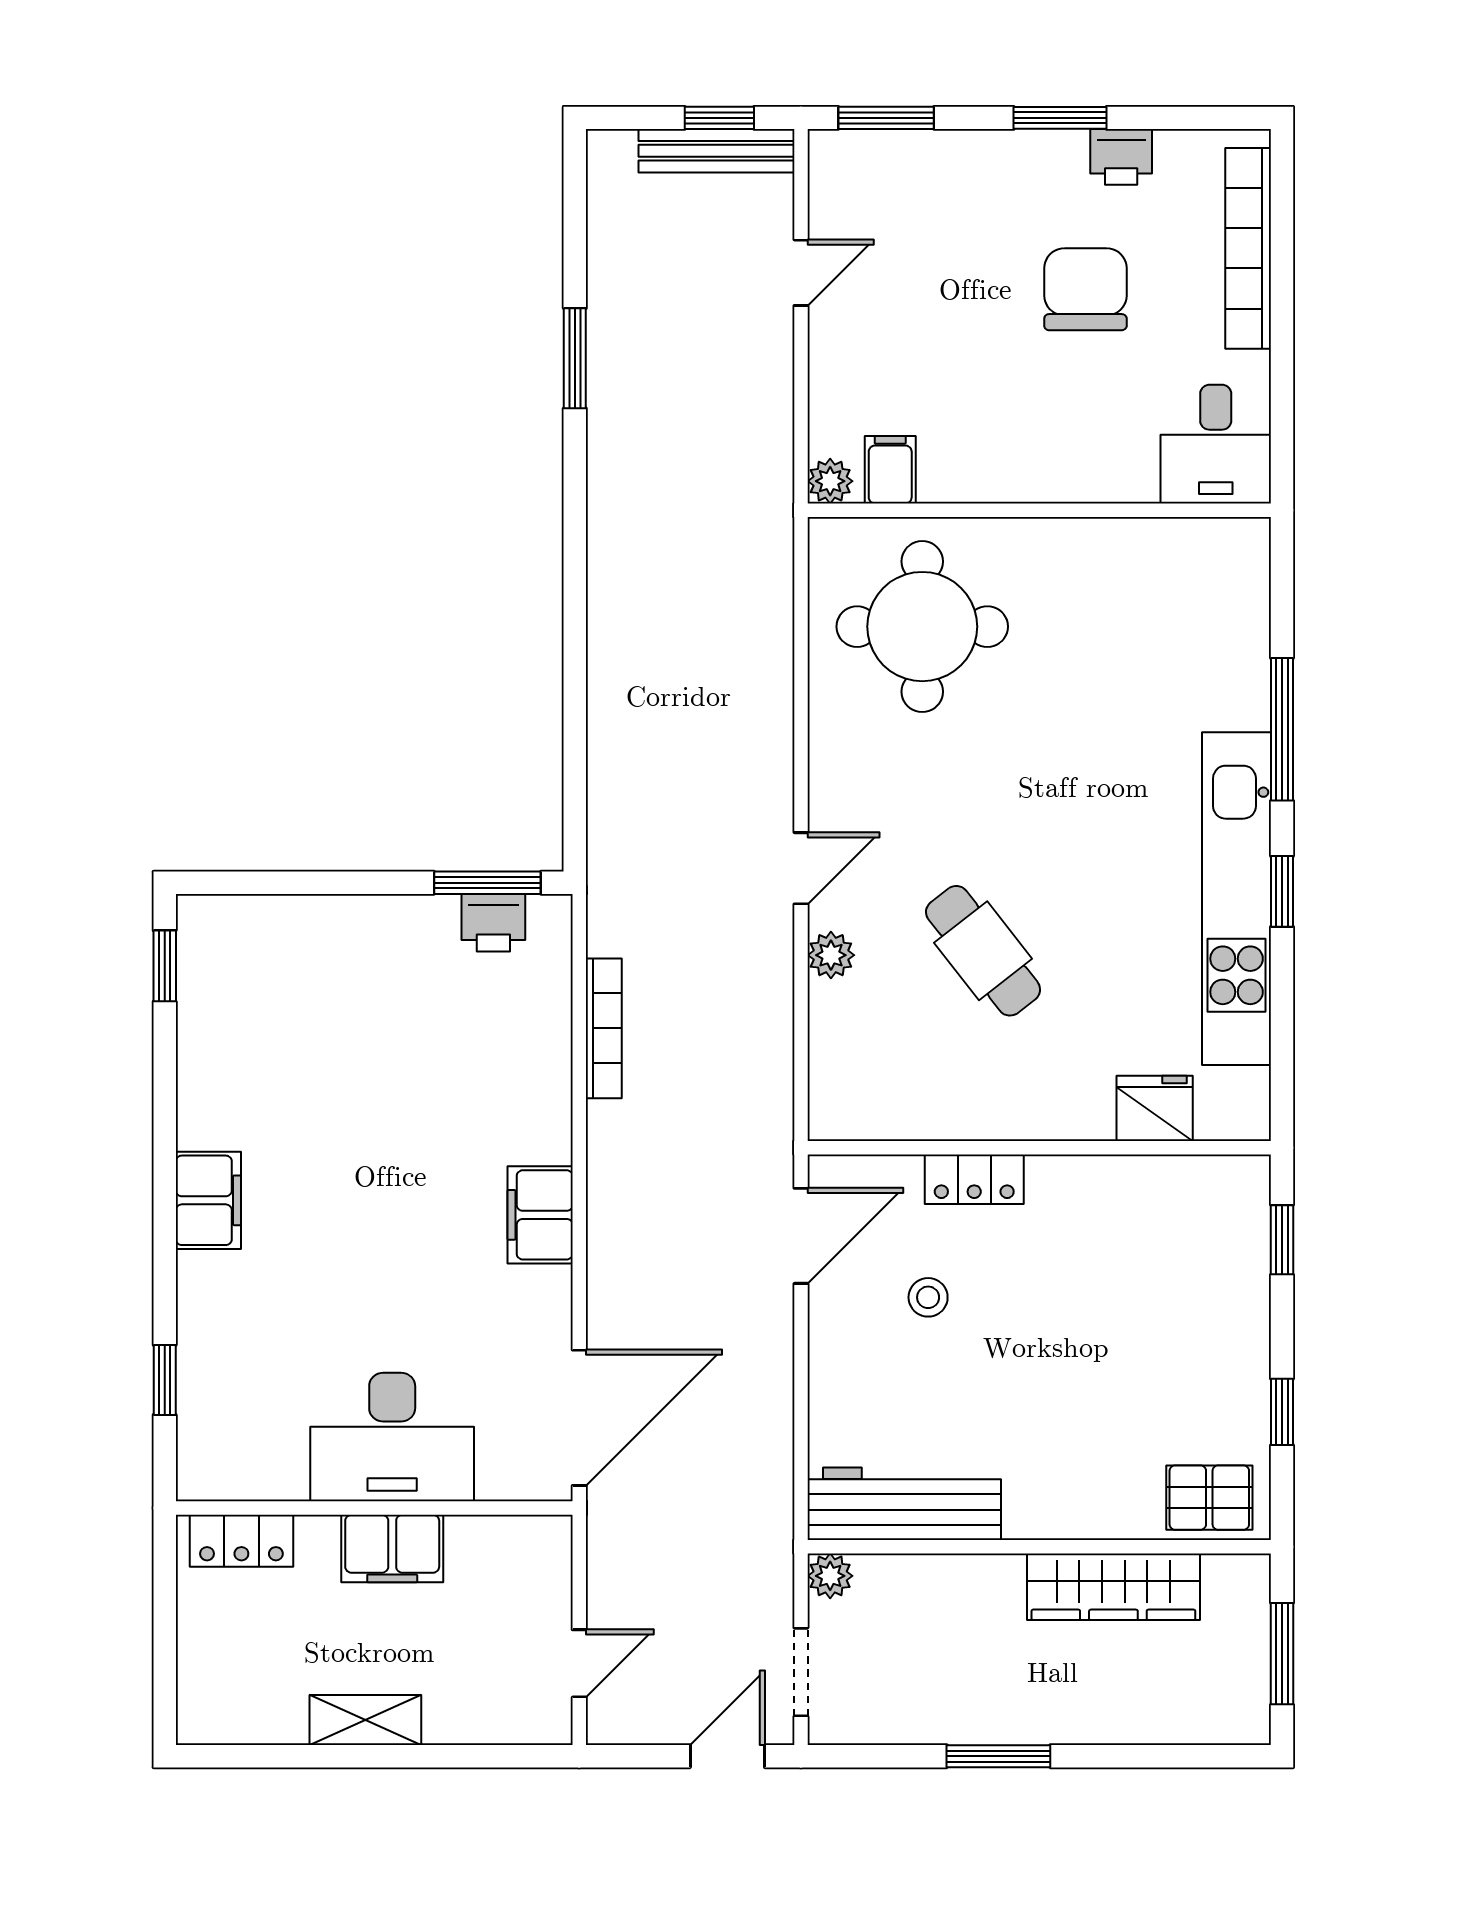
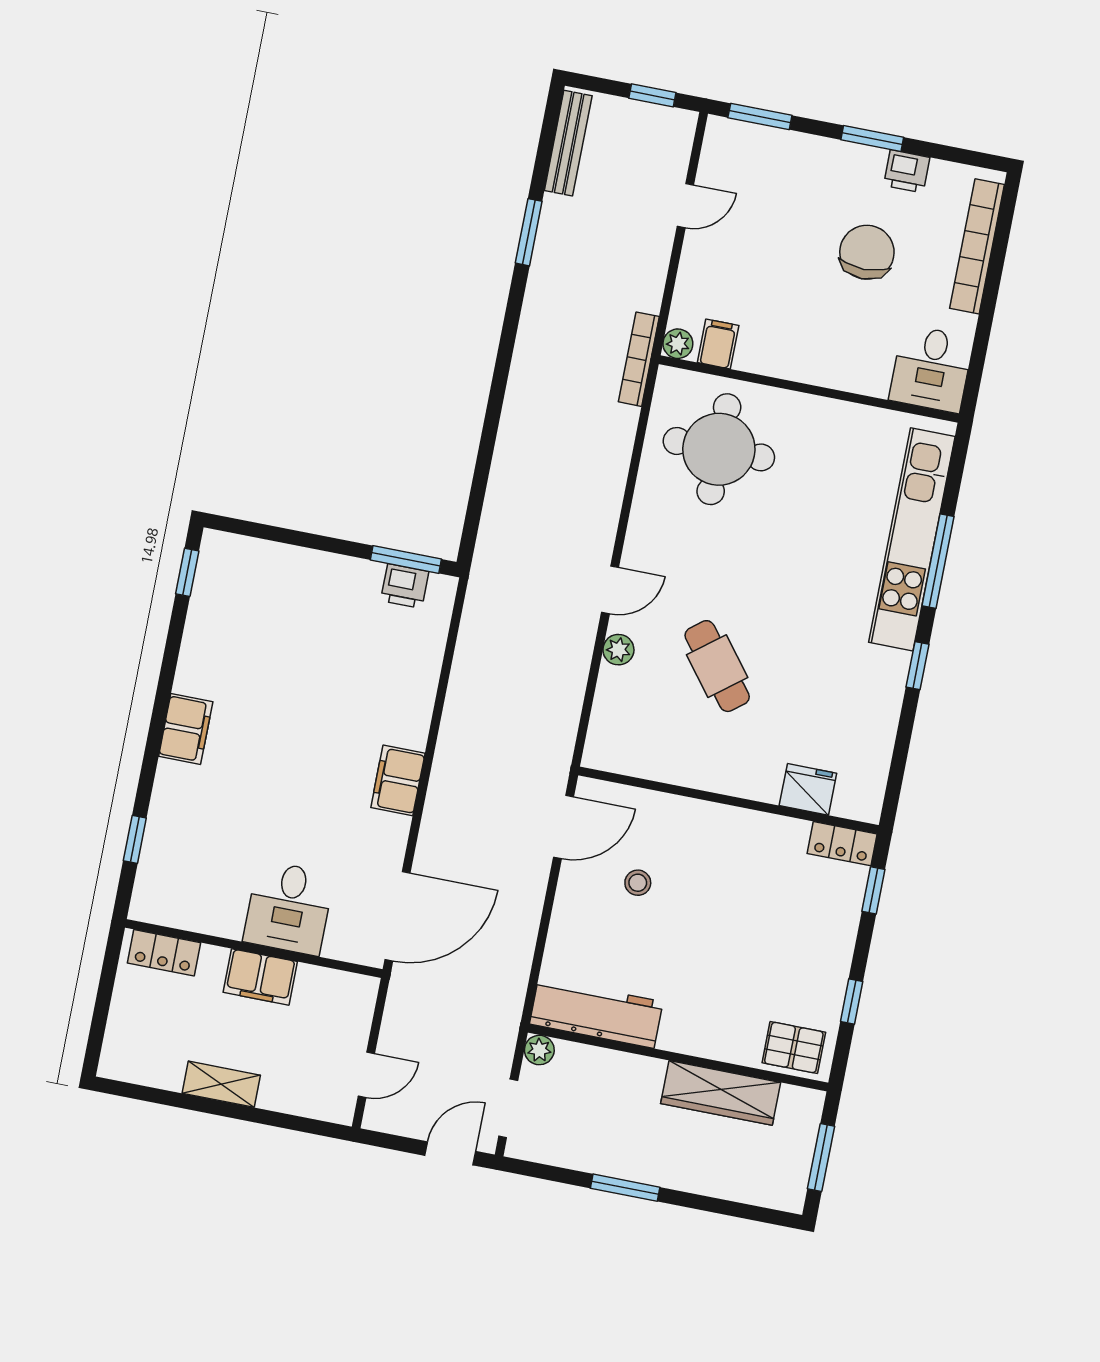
bench: (716, 151) -> (568, 143), moved, turned 90
kitchen unit: (1237, 899) -> (912, 539), moved
bookcase: (604, 1028) -> (639, 359), moved, turned 180
locker: (974, 1179) -> (842, 844), moved
desk: (392, 1437) -> (289, 908), width x0.73

